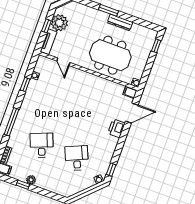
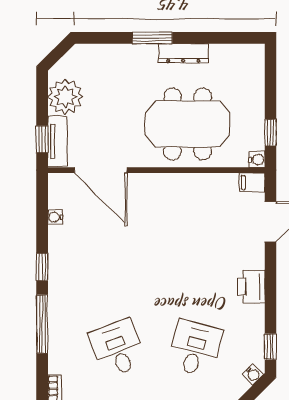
window: (46, 26) -> (42, 139), moved
window: (156, 46) -> (270, 133), moved
door: (63, 62) -> (101, 170), width x1.87
window: (25, 84) -> (42, 267), moved
printer: (116, 128) -> (251, 287), moved
desk: (77, 158) -> (195, 348), turned 39

